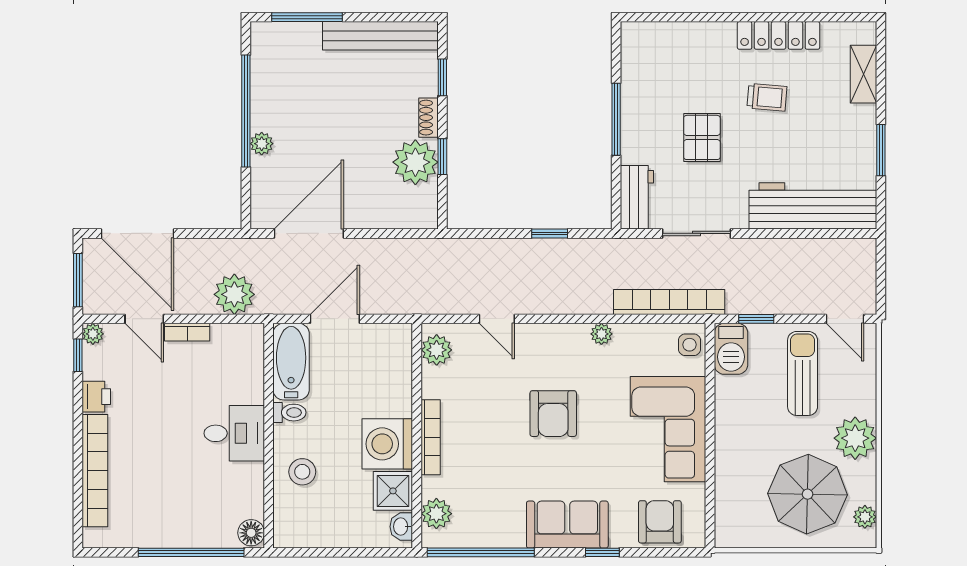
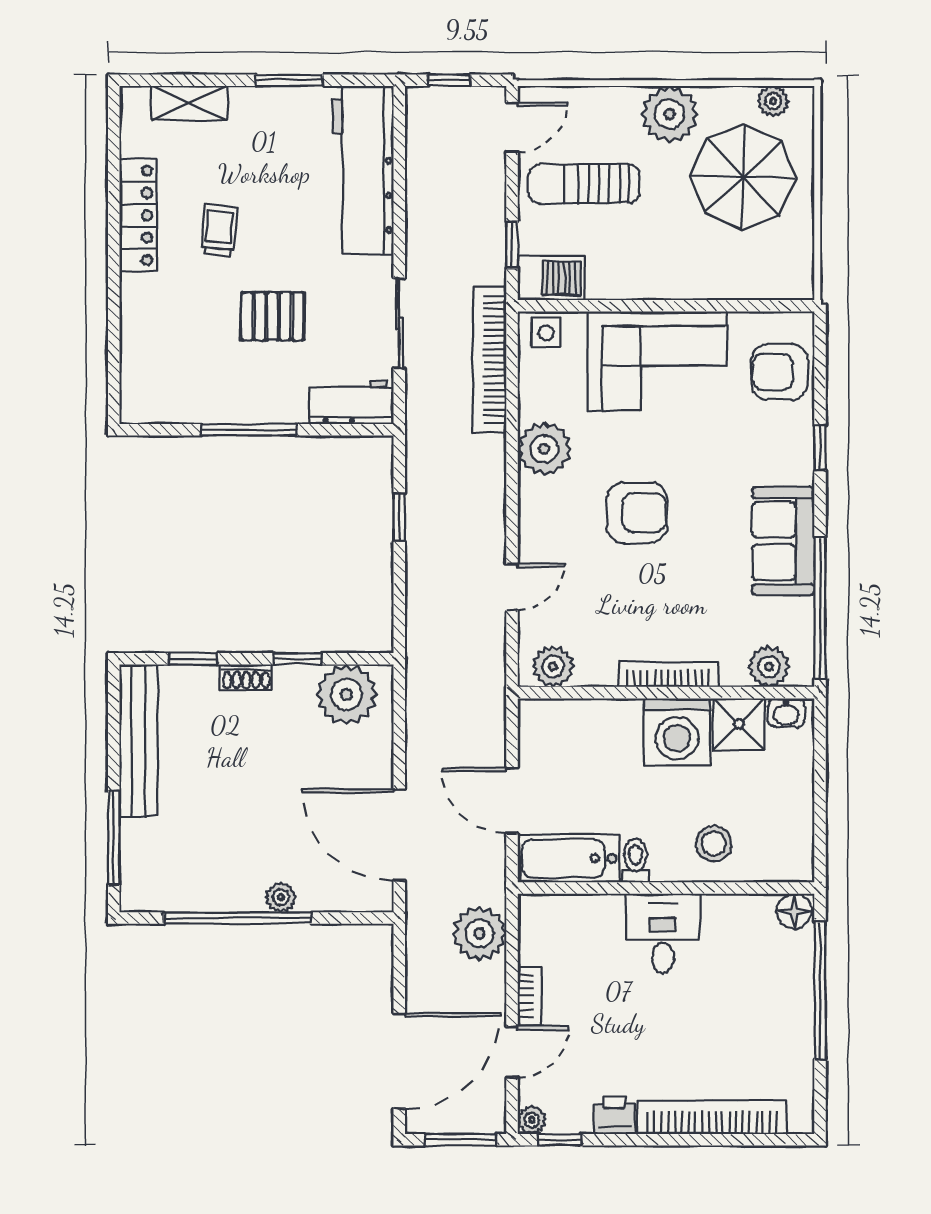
plant: (415, 162) -> (347, 694), moved
window: (881, 271) -> (449, 80), added
plant: (601, 334) -> (544, 449), width x1.88, depth x1.88
sofa: (567, 525) -> (783, 541), moved

